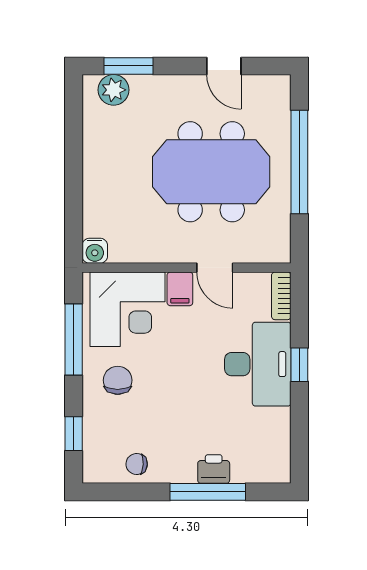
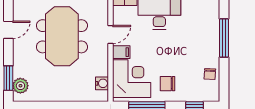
water cooler: (95, 251) -> (102, 83), moved
printer: (214, 469) -> (212, 35), removed

